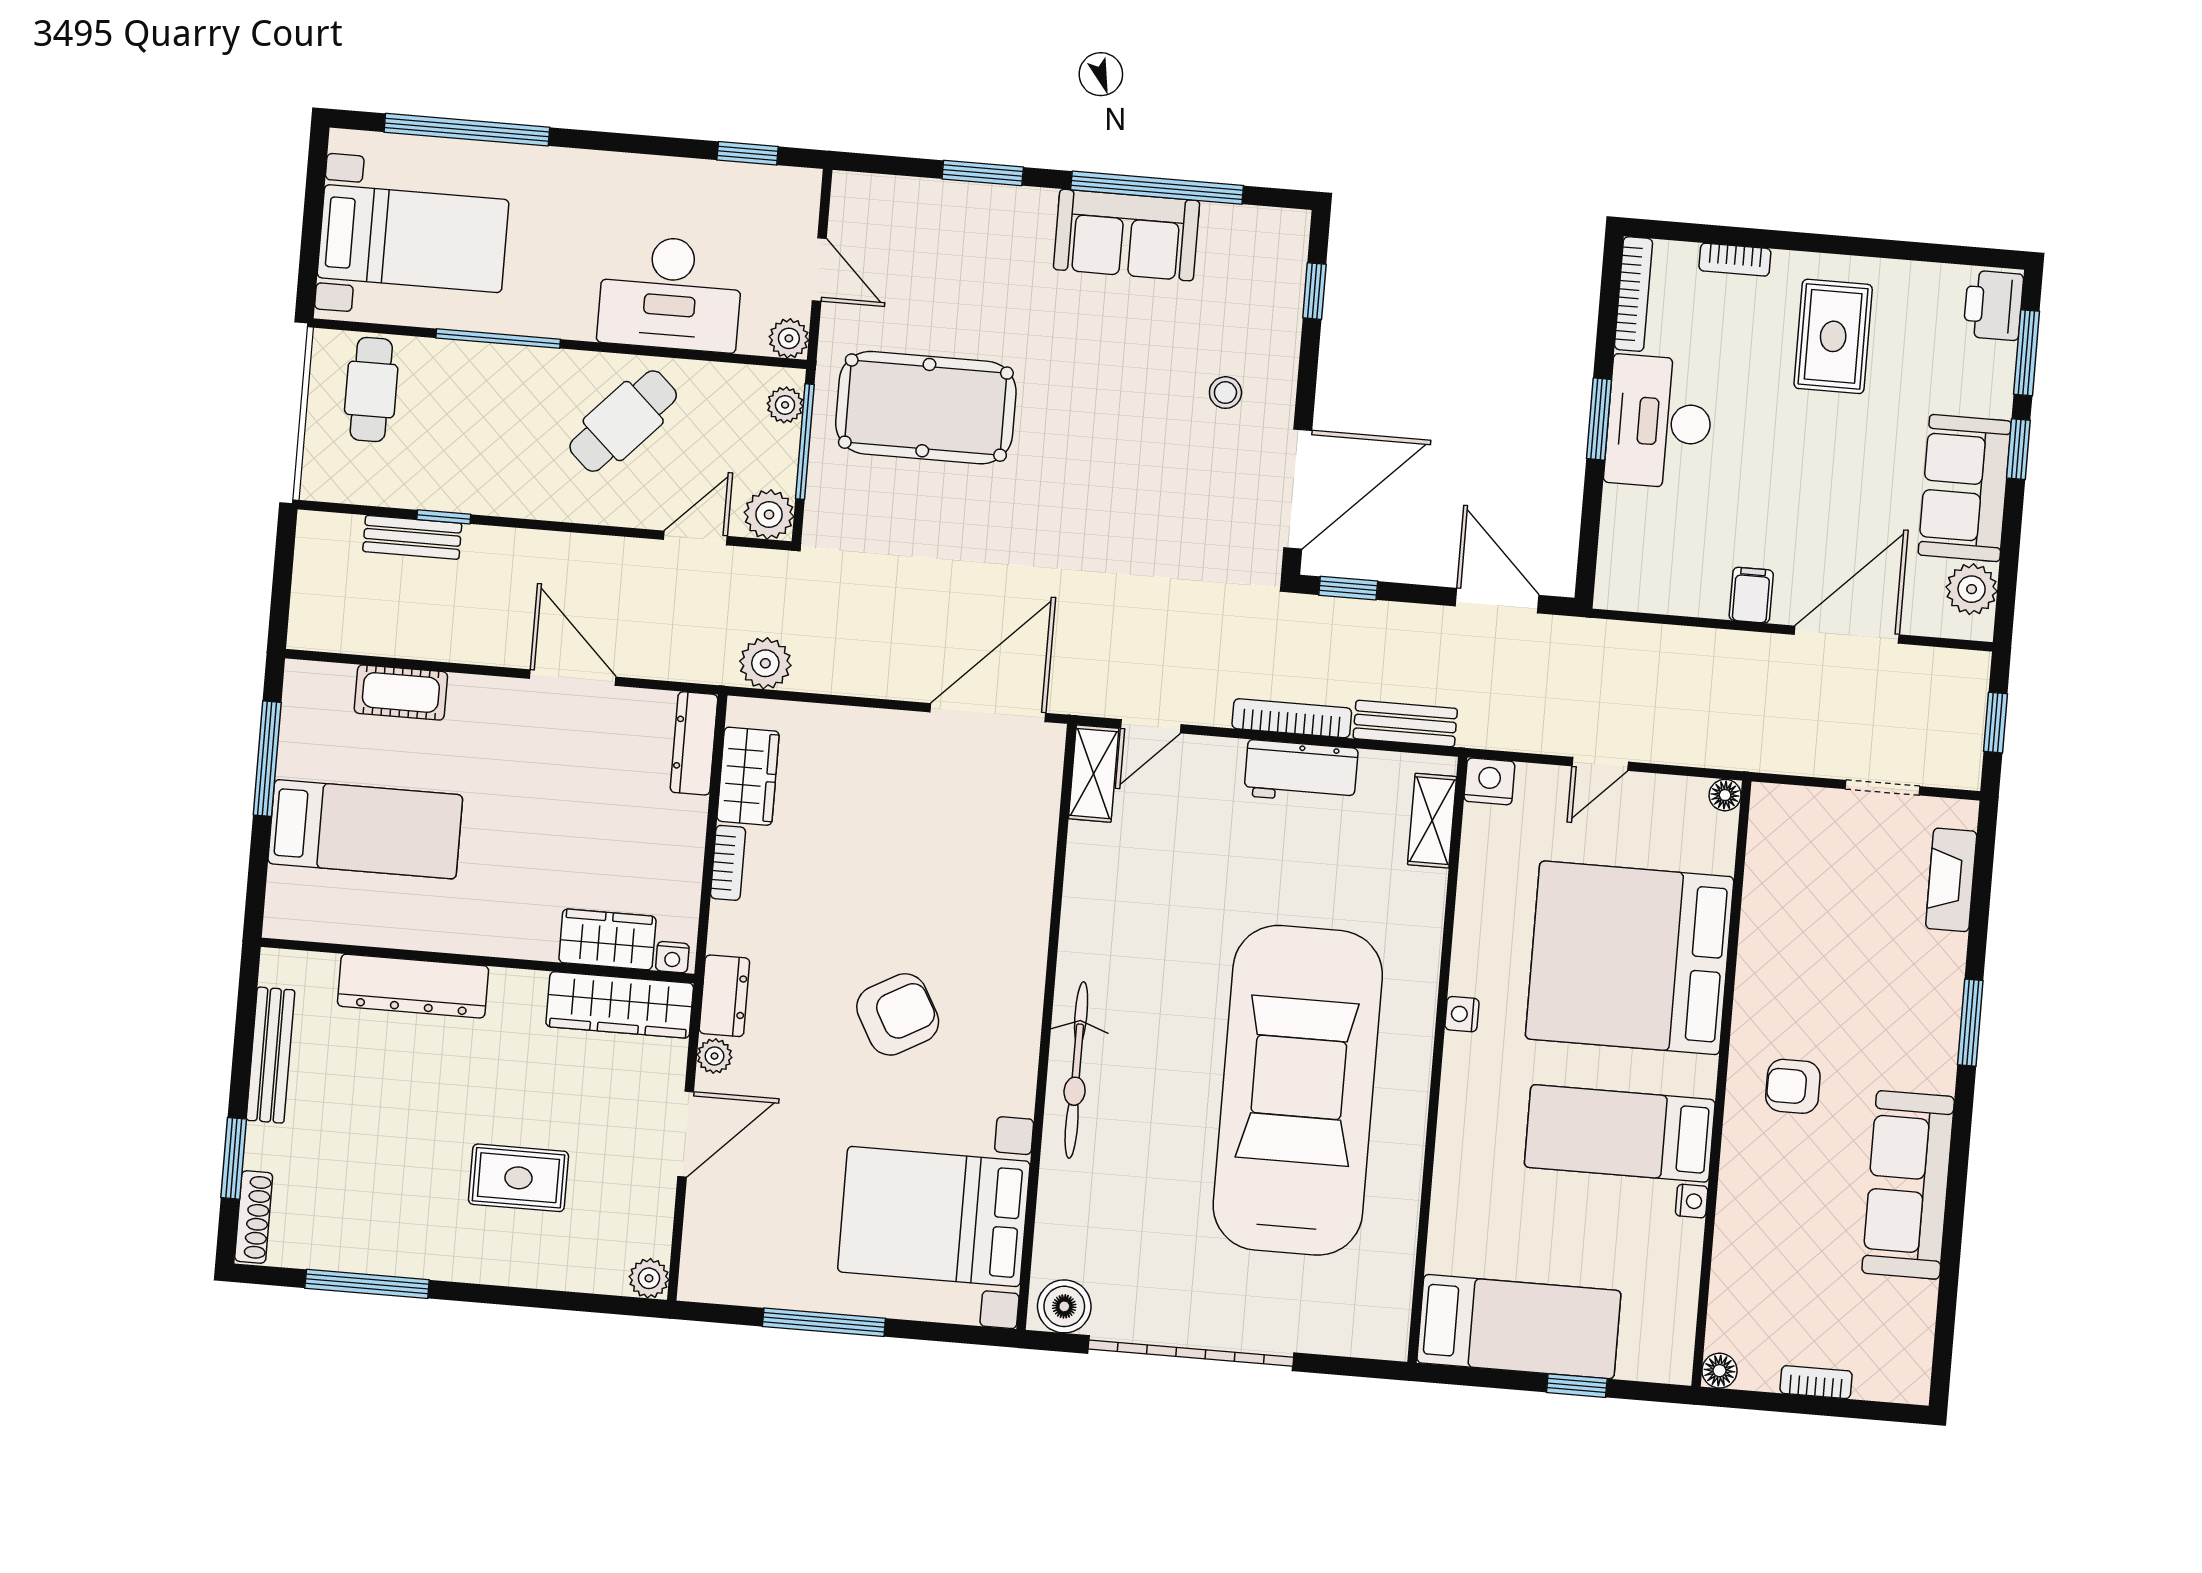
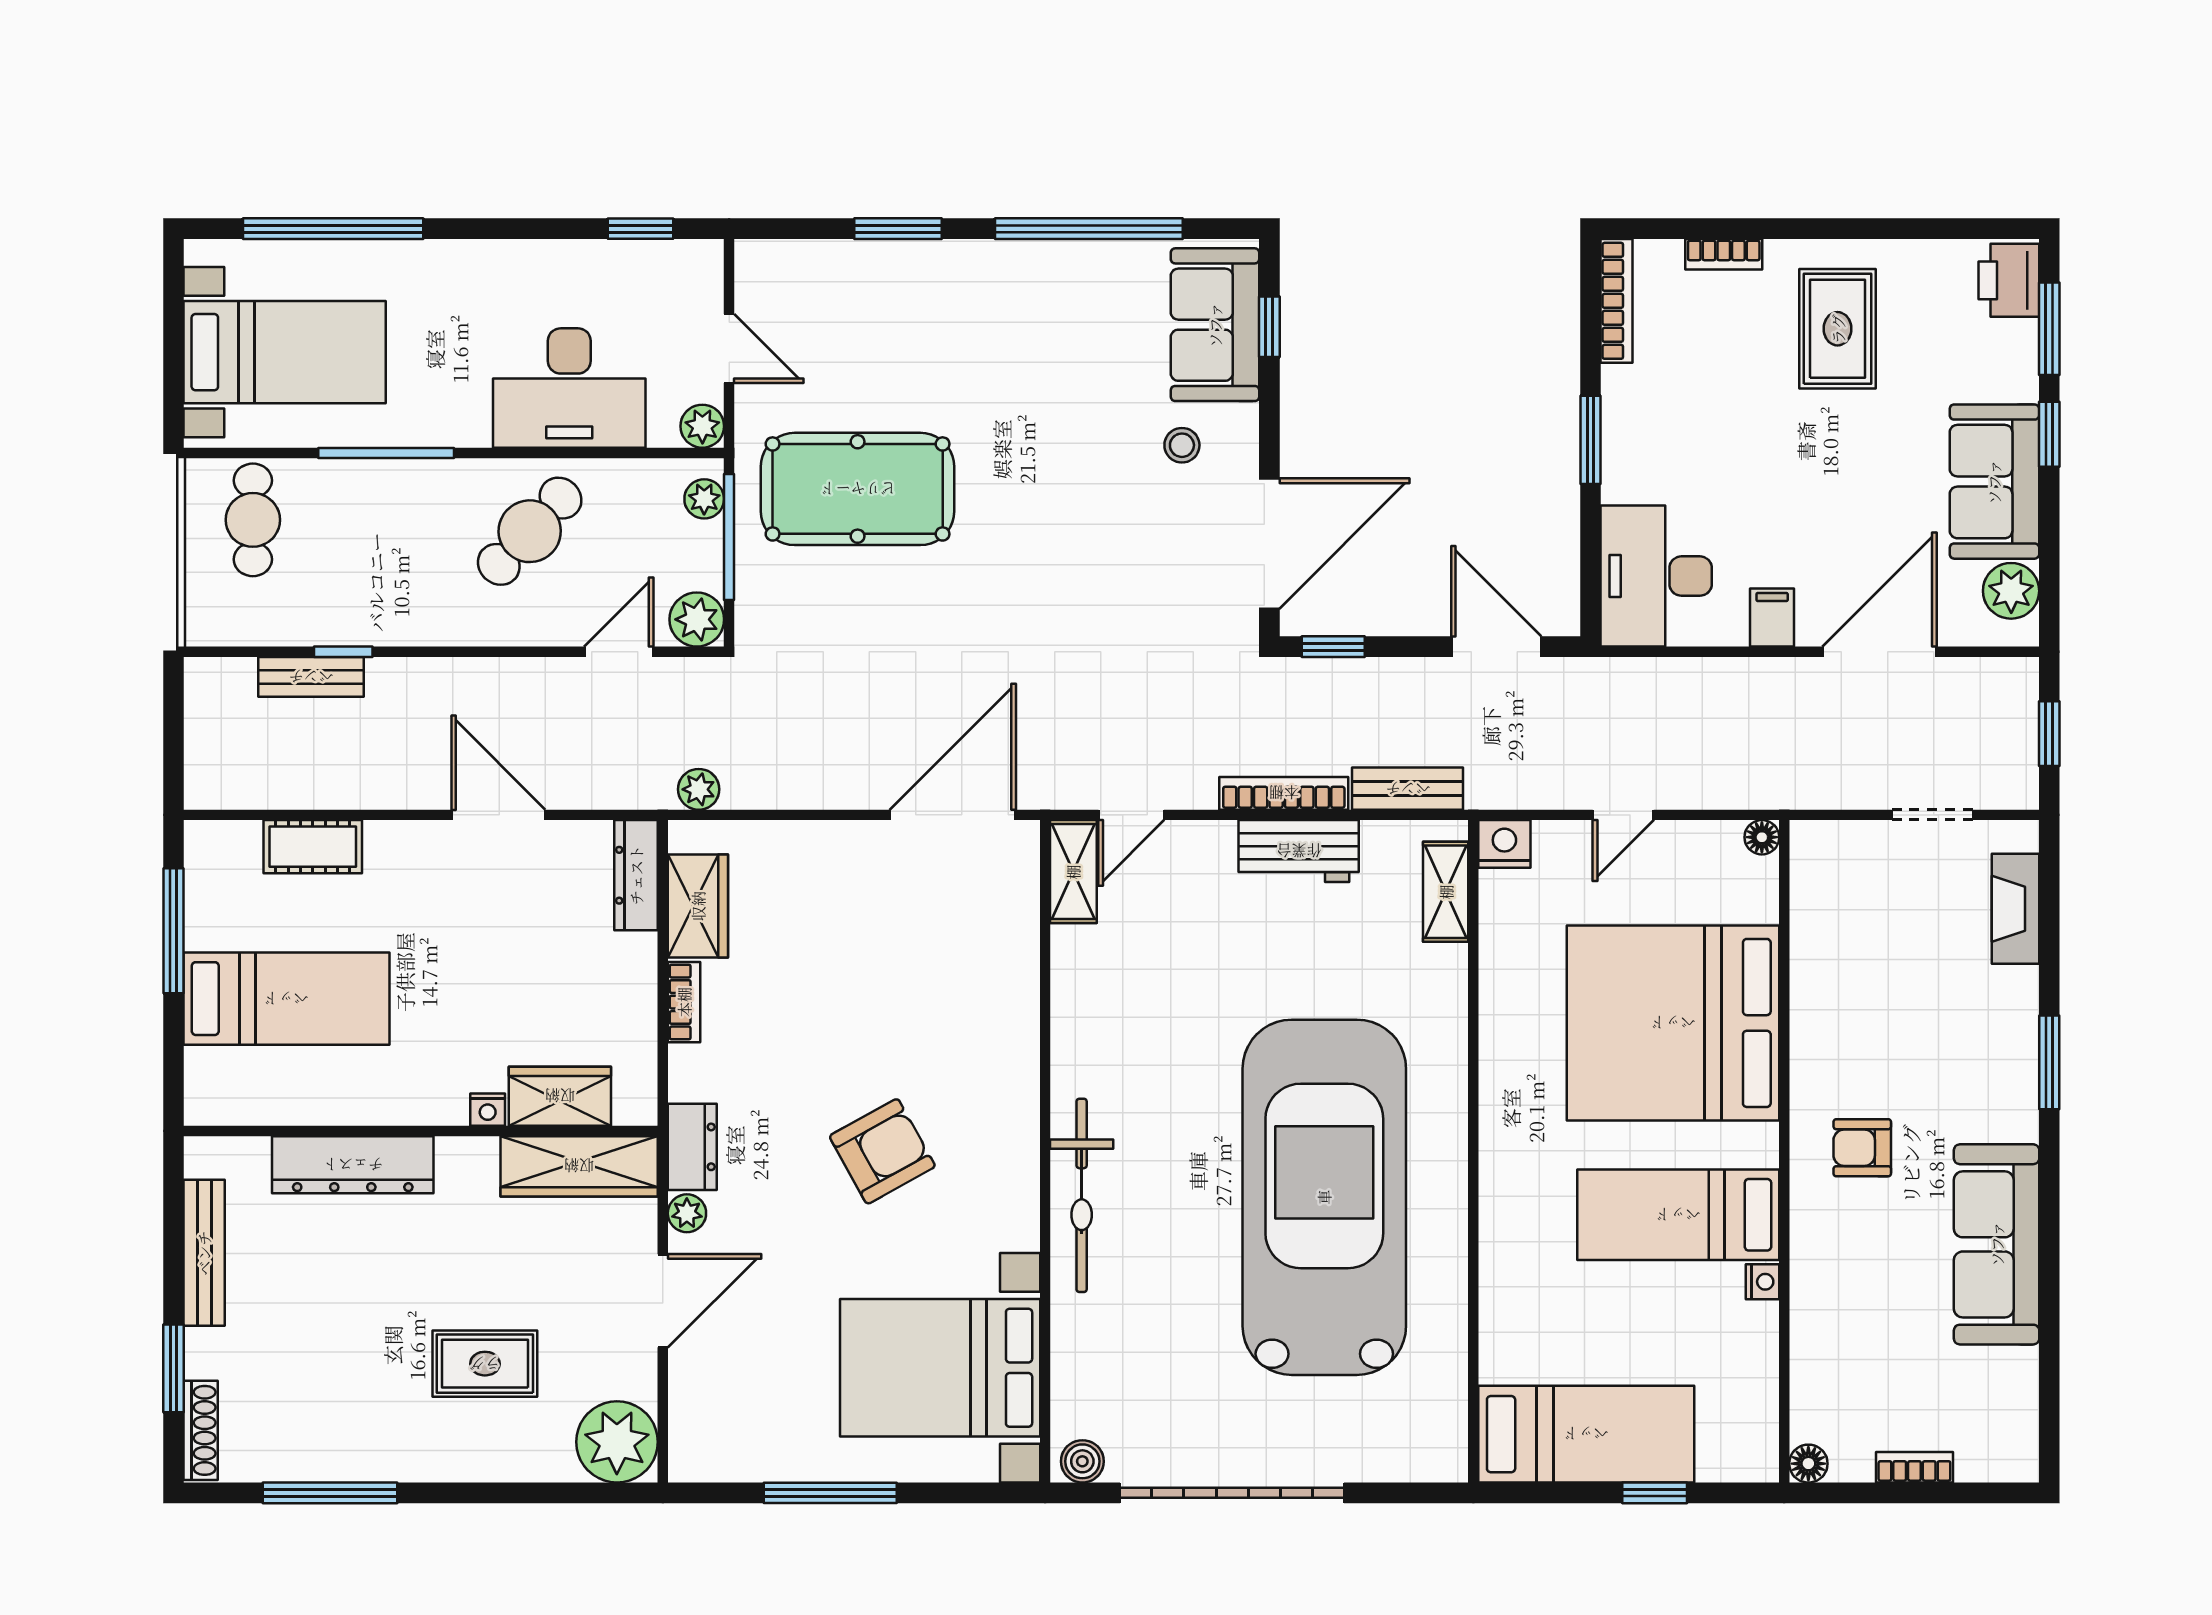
sofa: (1126, 235) -> (1215, 325), moved, turned 90
desk: (1659, 422) -> (1656, 576), moved
plant: (765, 663) -> (699, 789), width x0.73, depth x0.73
nightstand: (672, 957) -> (488, 1110), moved
nightstand: (1462, 1014) -> (1496, 1099), removed
plant: (649, 1278) -> (617, 1442), width x1.87, depth x1.87
boiler: (1064, 1306) -> (1082, 1461), width x0.73, depth x0.73

